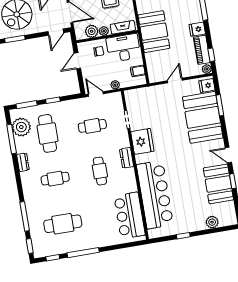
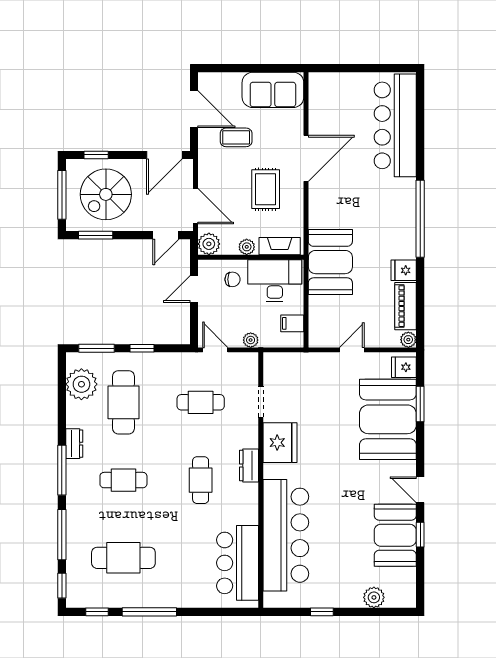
plant: (92, 31) -> (209, 244), moved
window: (211, 55) -> (420, 317), removed
window: (12, 139) -> (62, 470), moved

